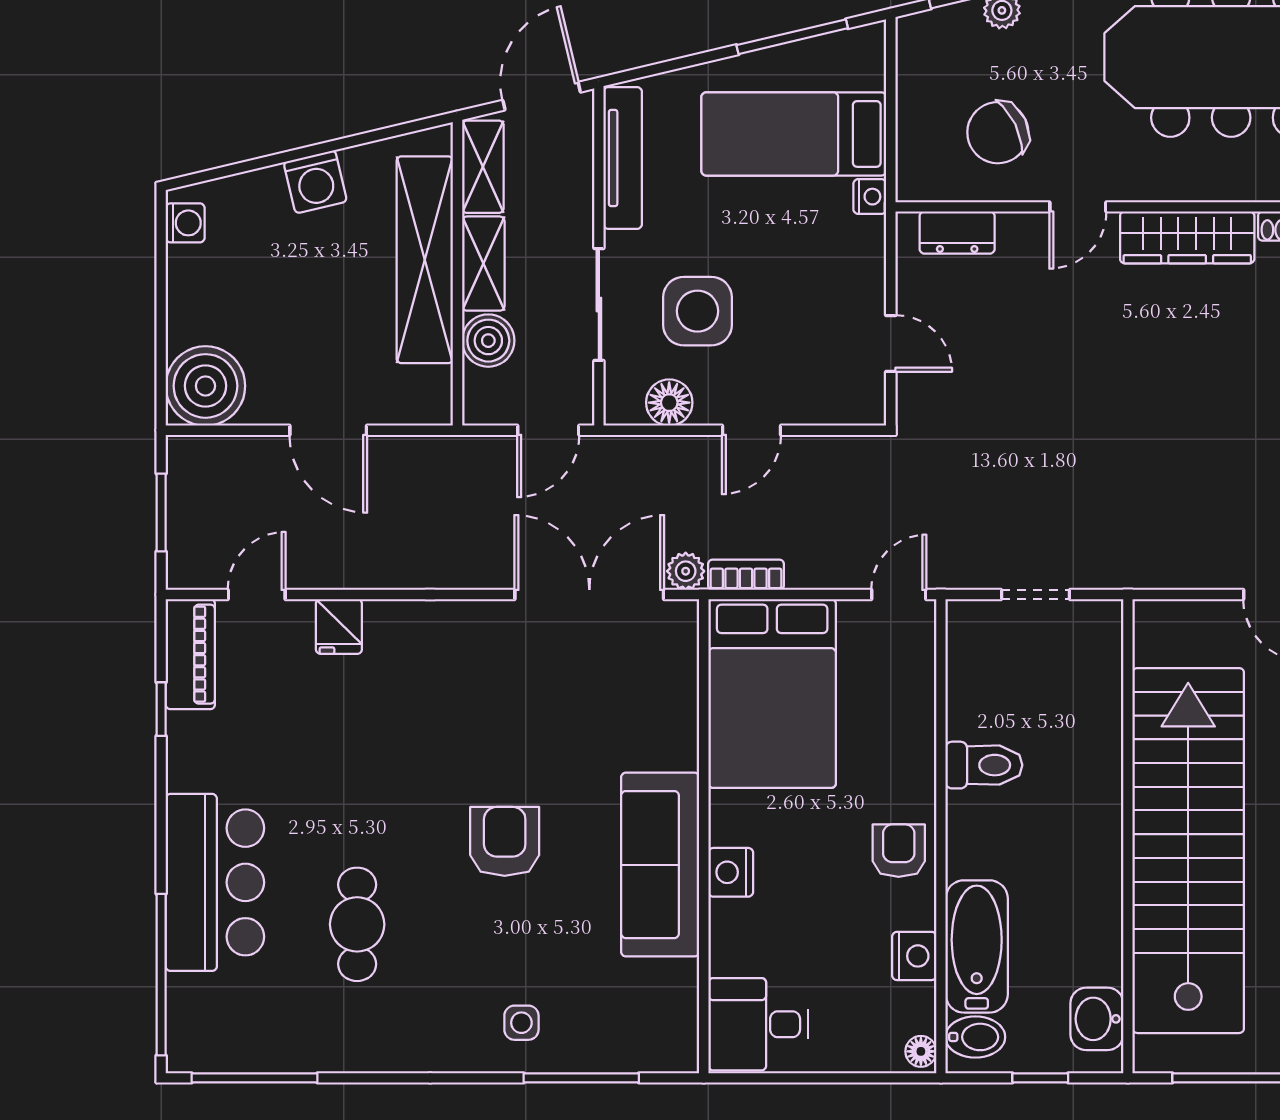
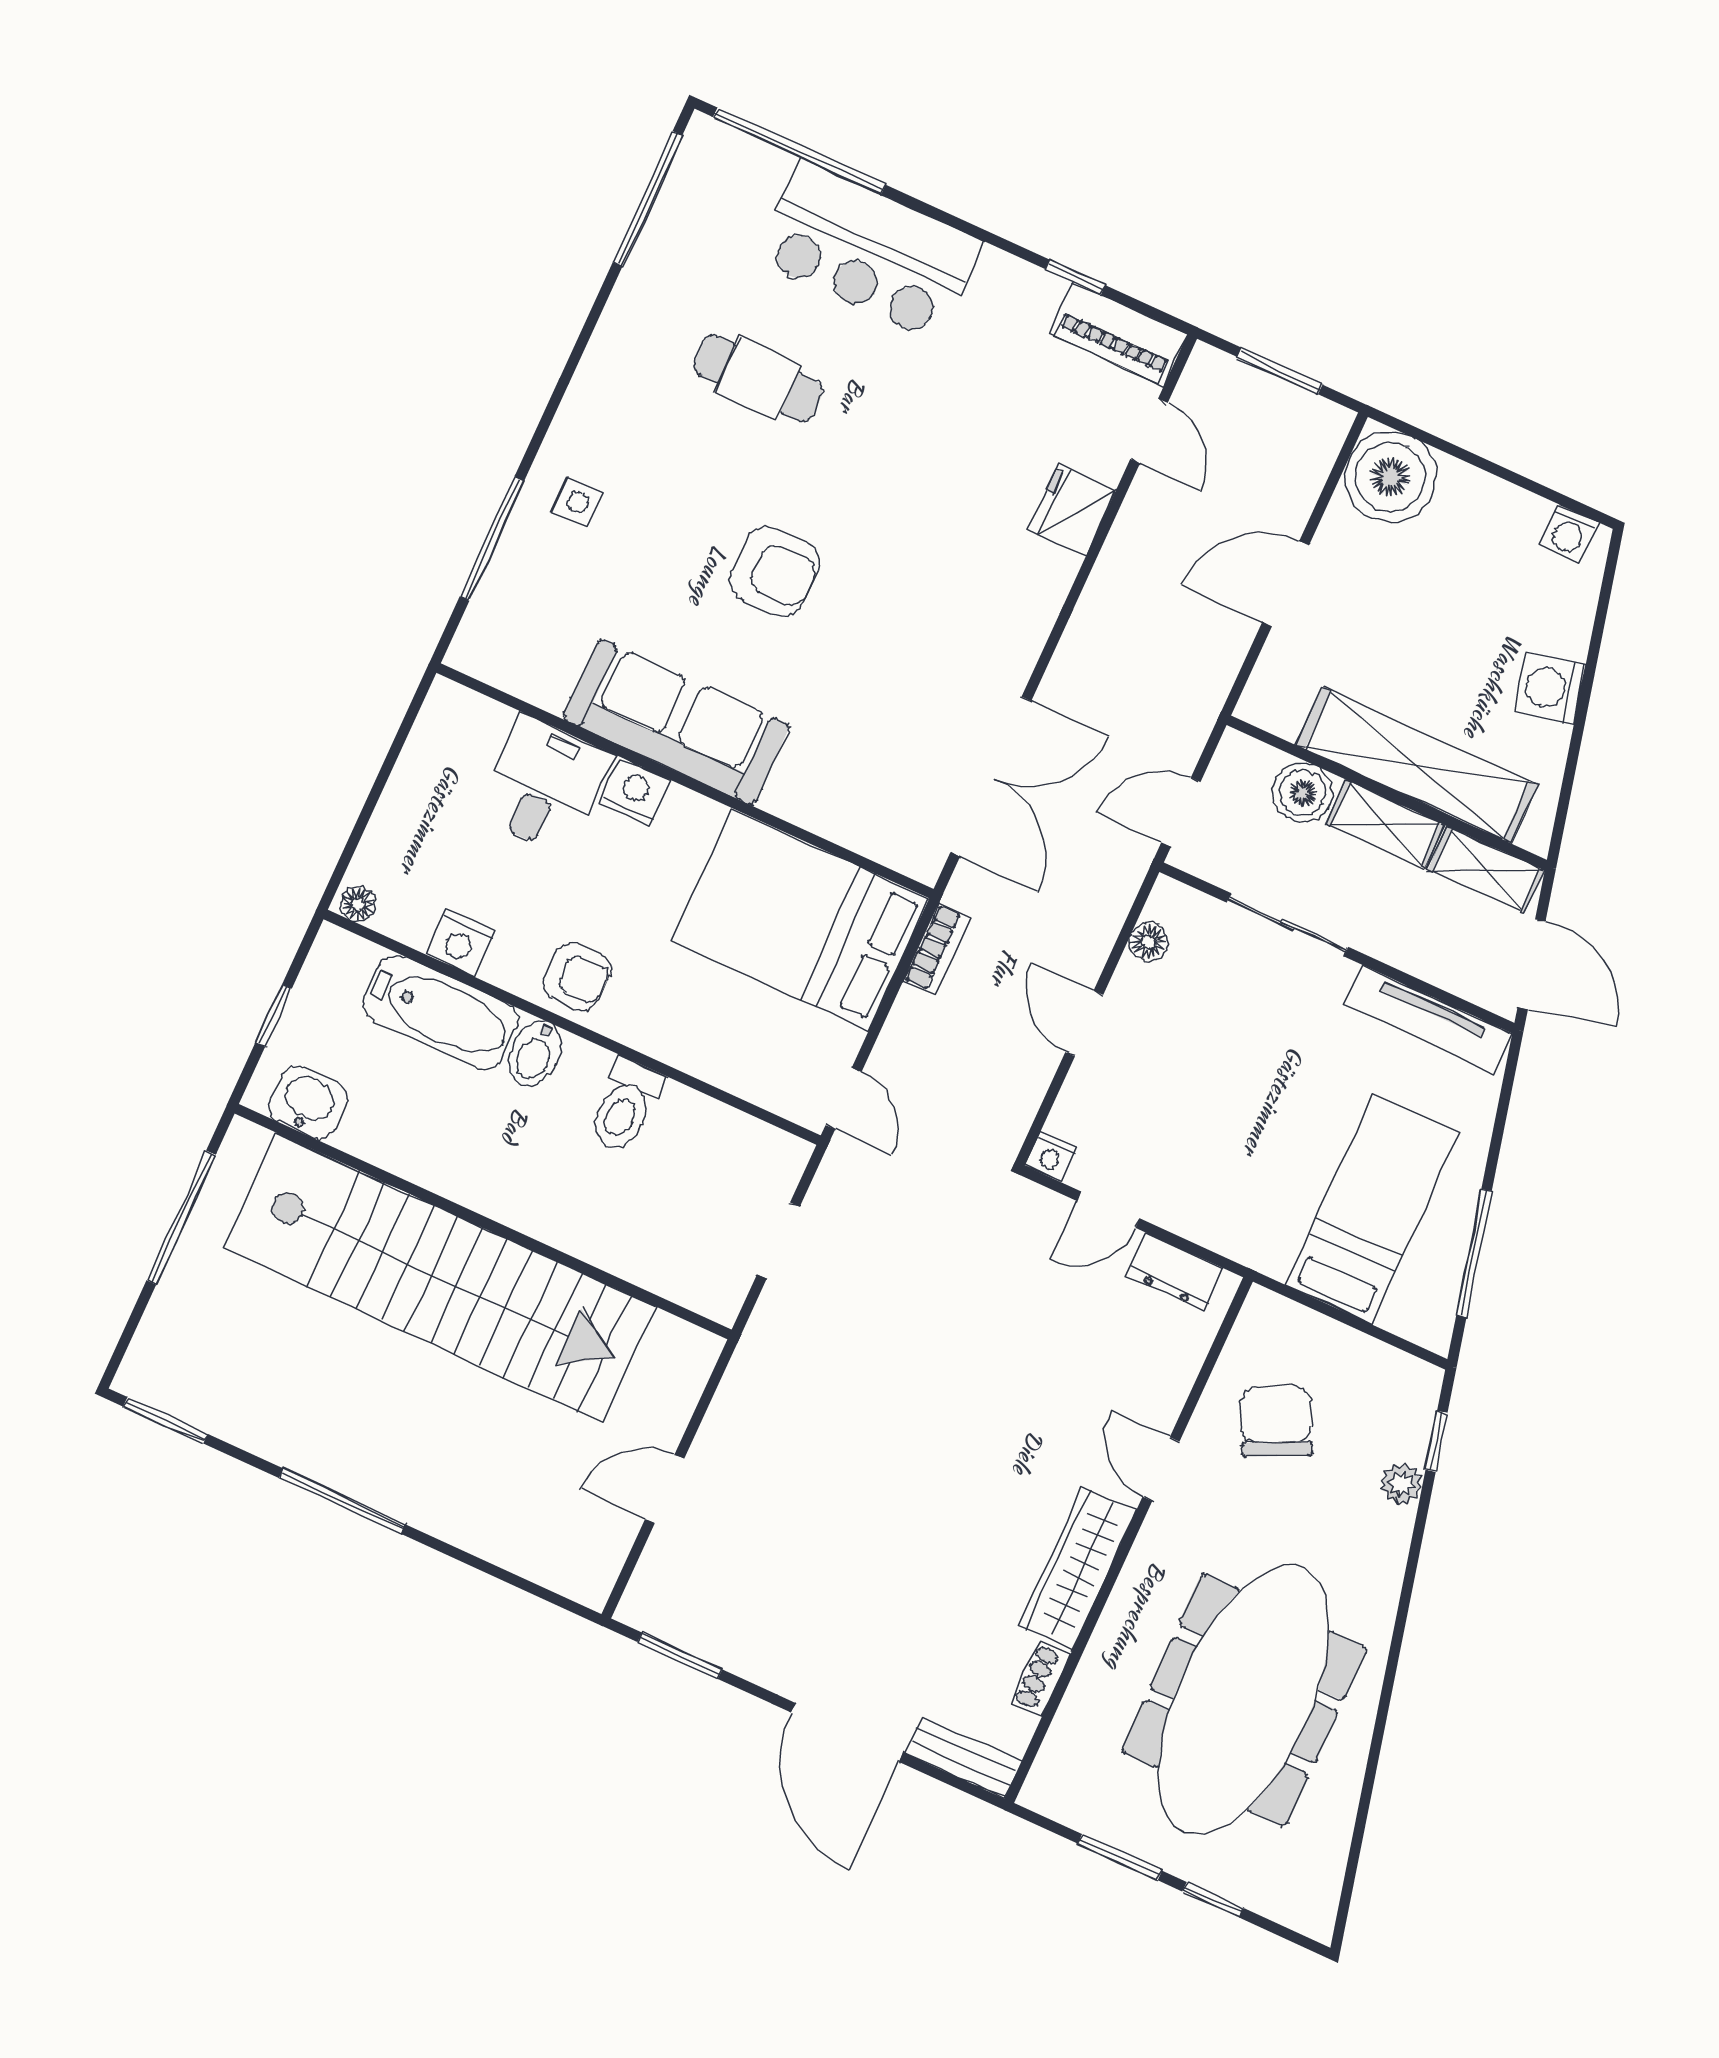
nightstand: (870, 197) -> (1051, 1157), moved
dresser: (957, 233) -> (1174, 1272), moved, turned -90
side table: (698, 311) -> (1234, 1024), removed
floor lamp: (669, 403) -> (1149, 942), width x0.73, depth x0.73
door: (548, 430) -> (1181, 812), hinge flipped
plant: (686, 571) -> (969, 888), removed
fridge: (339, 626) -> (1072, 511), width x1.38
desk: (758, 1024) -> (544, 785), moved
bidet: (975, 1037) -> (535, 1054), moved

